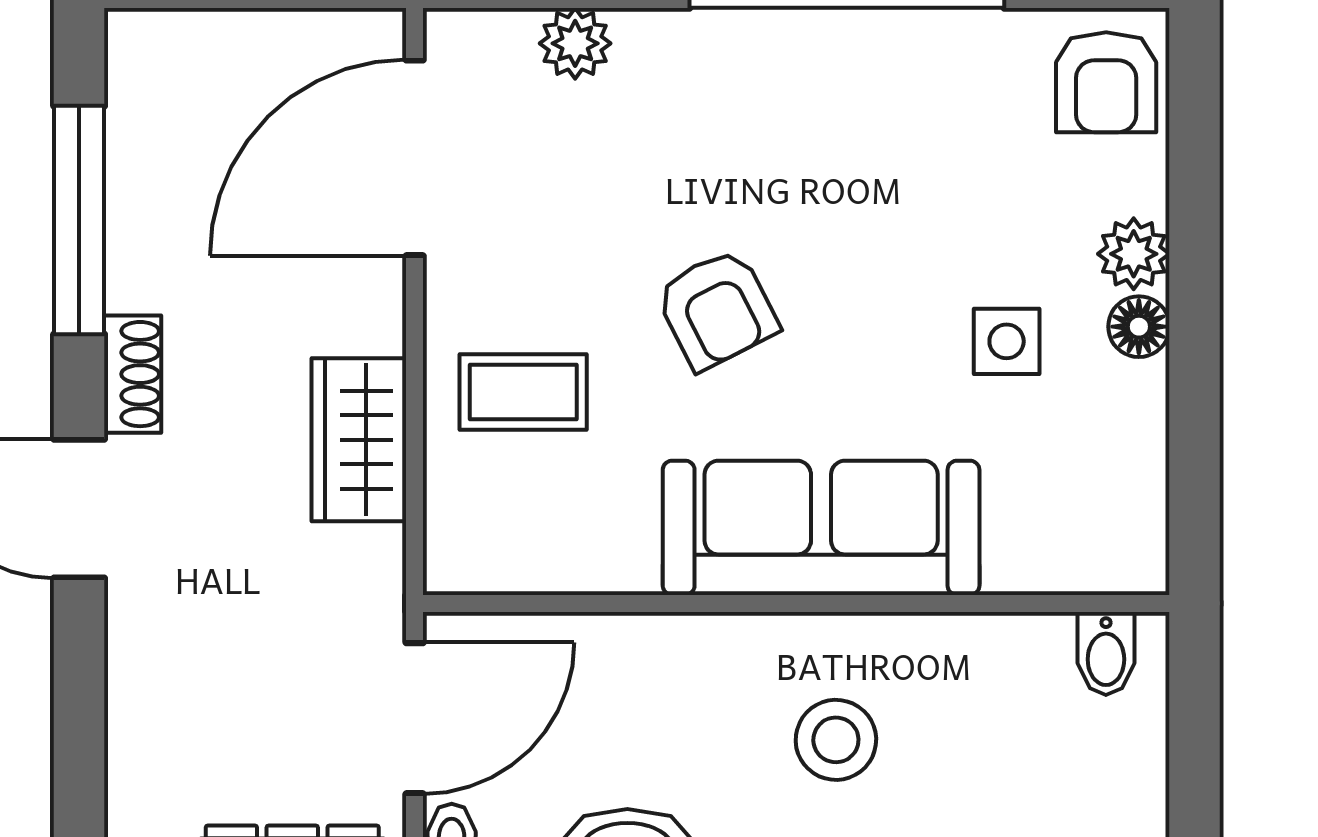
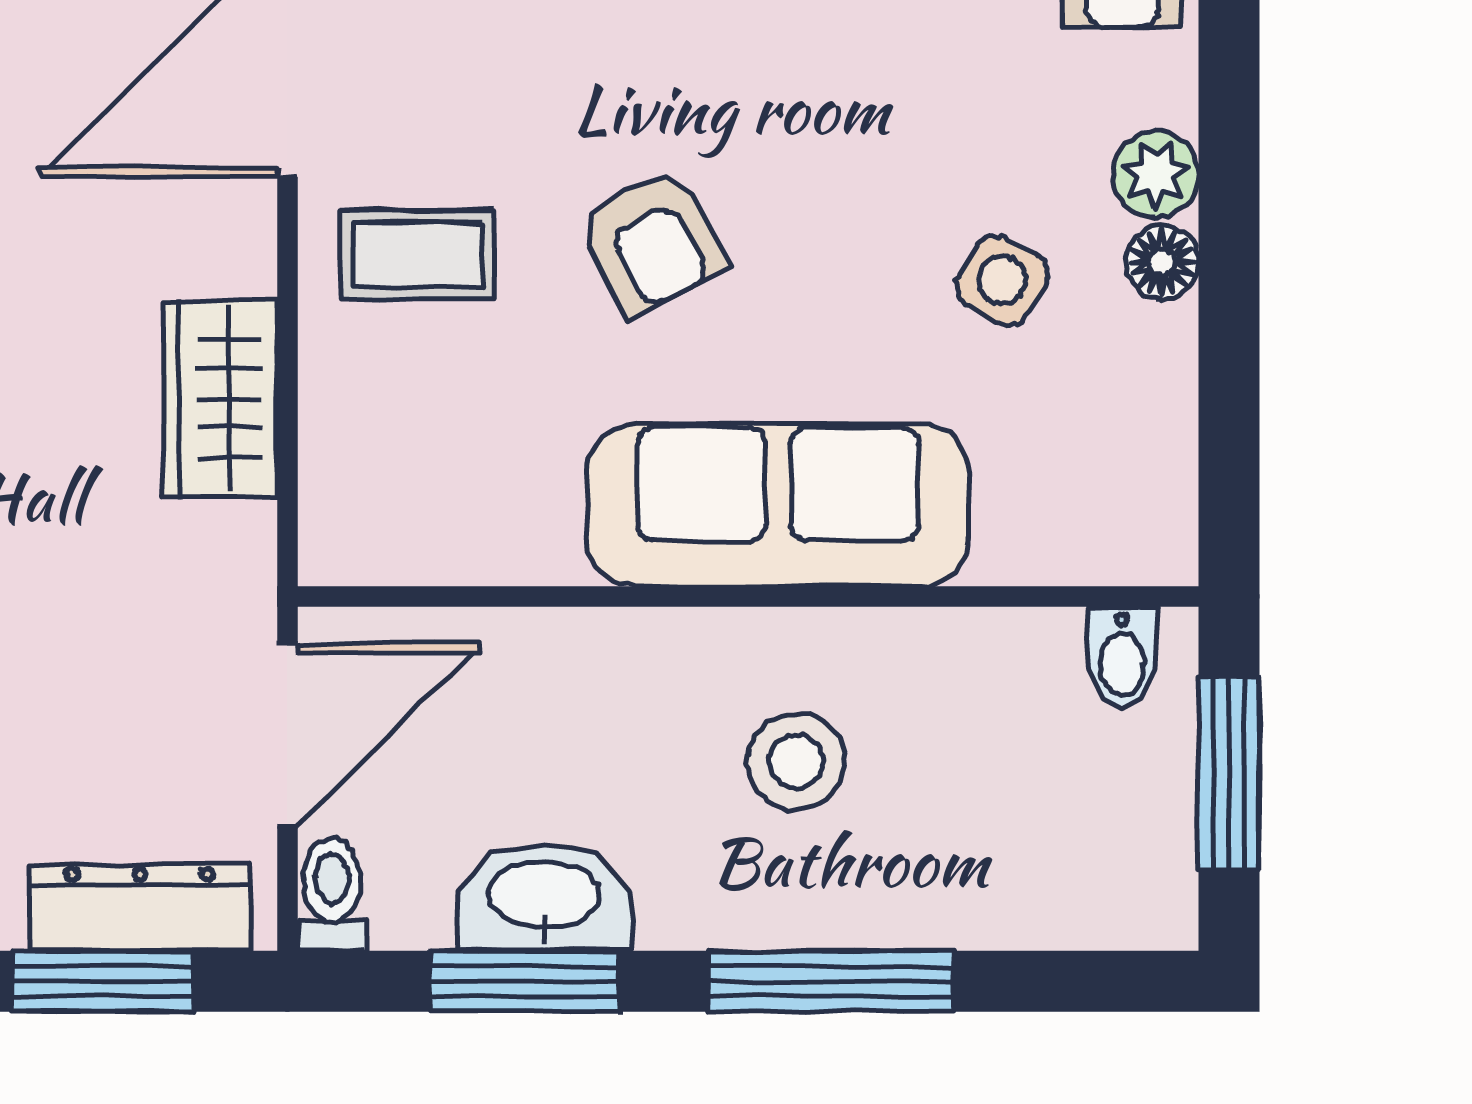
side table: (1007, 341) -> (1002, 280), turned 30
coffee table: (523, 392) -> (418, 255), moved
window: (1195, 750) -> (1229, 773), added

